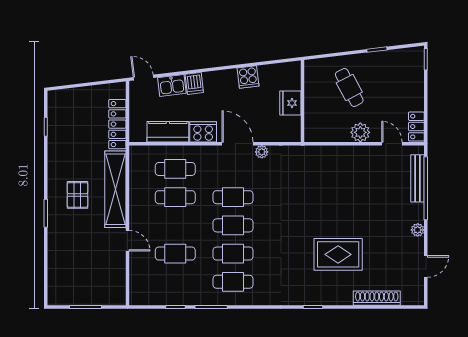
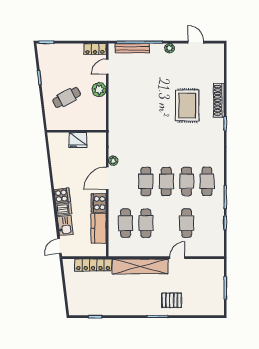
cooker: (248, 77) -> (62, 196), moved
pallet: (77, 195) -> (172, 300), moved
shoe rack: (377, 298) -> (219, 100), moved

